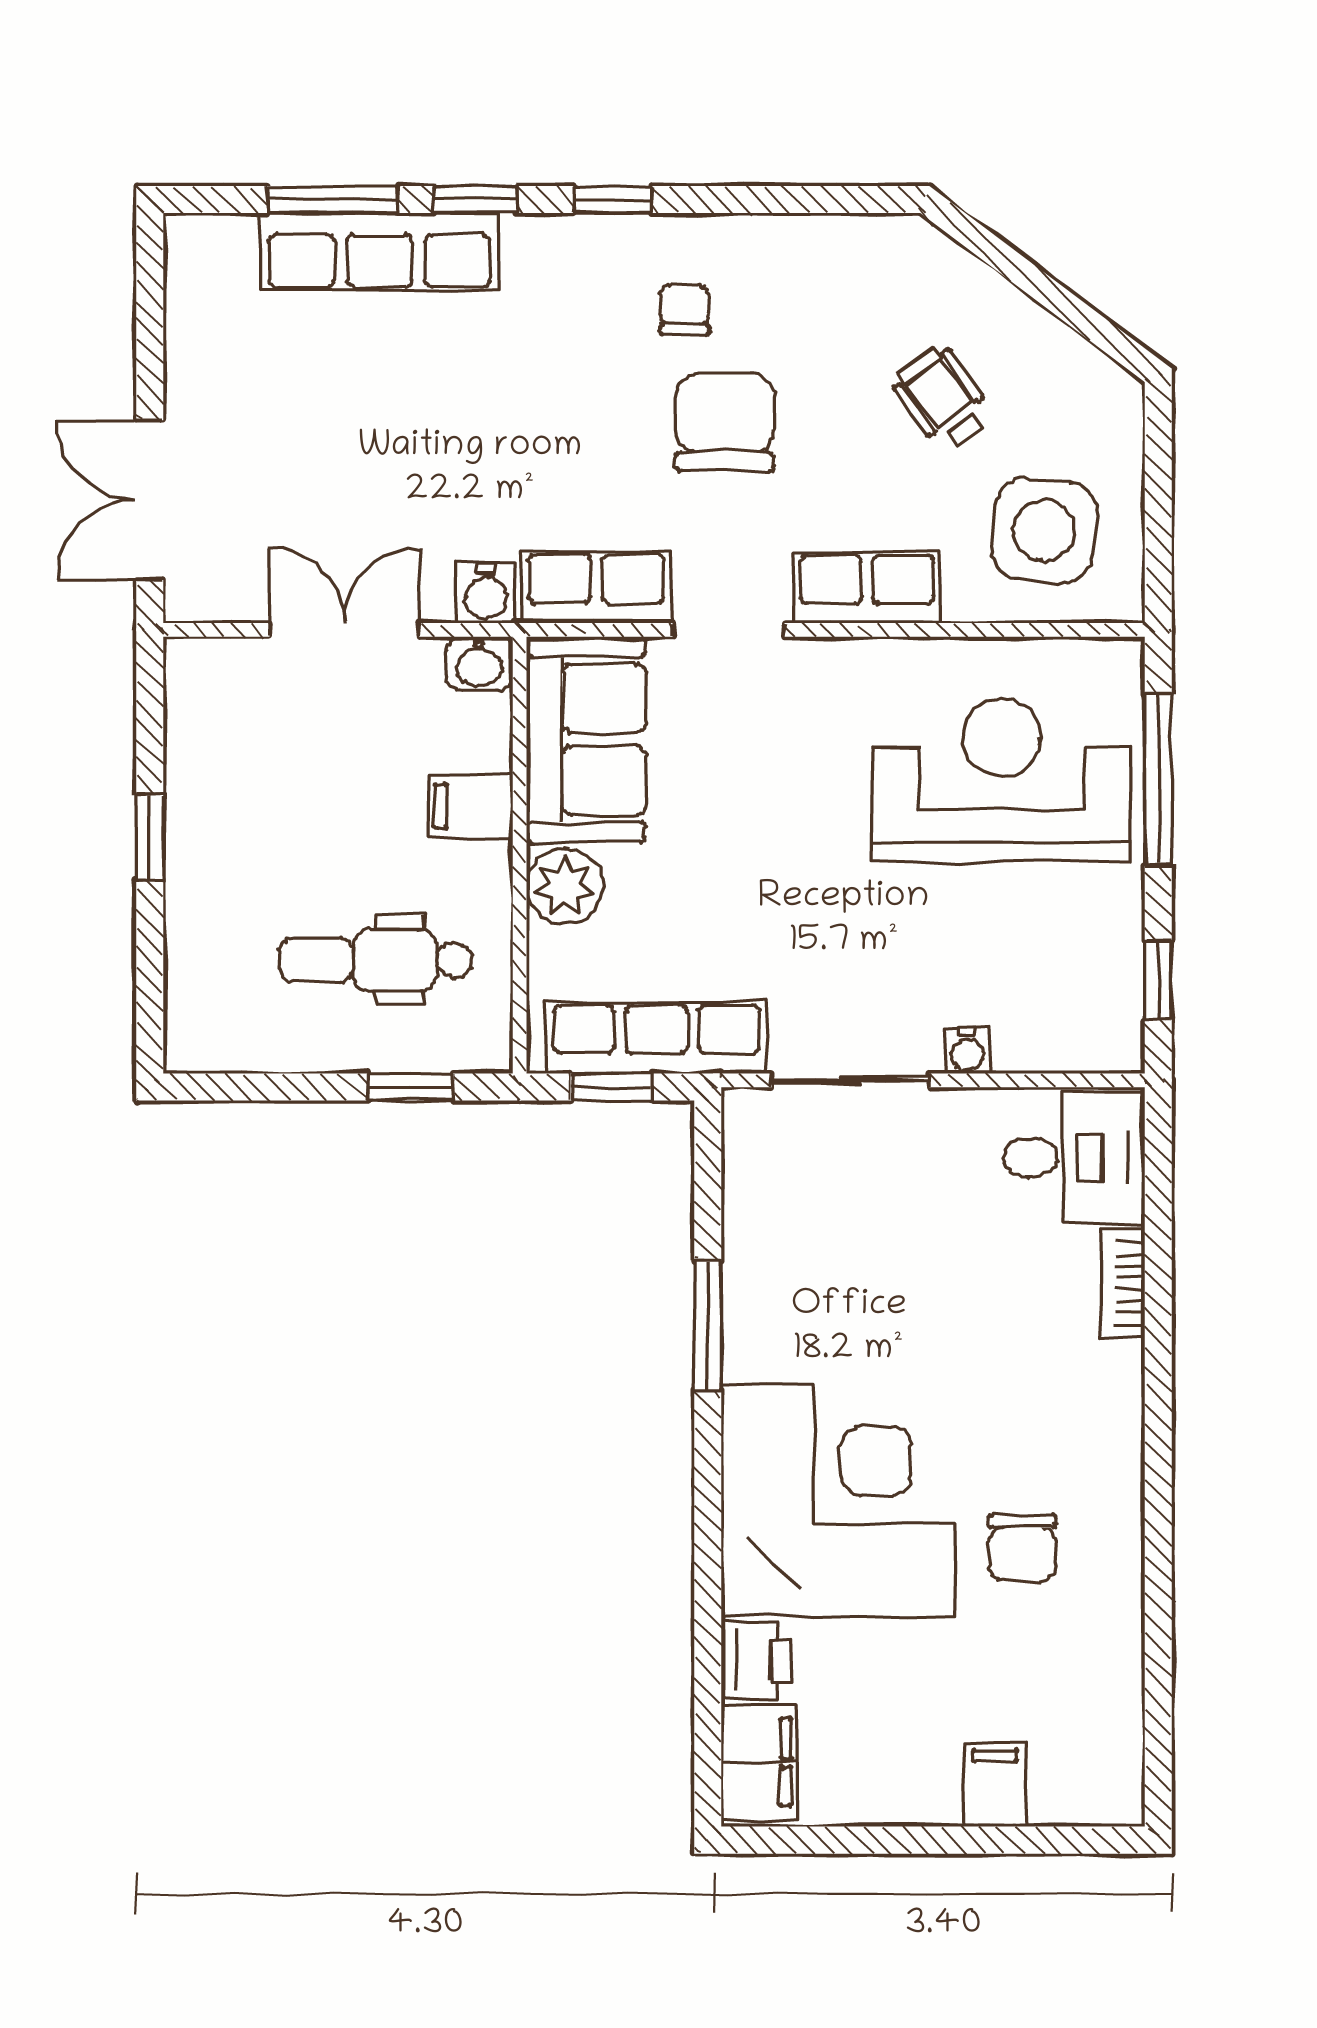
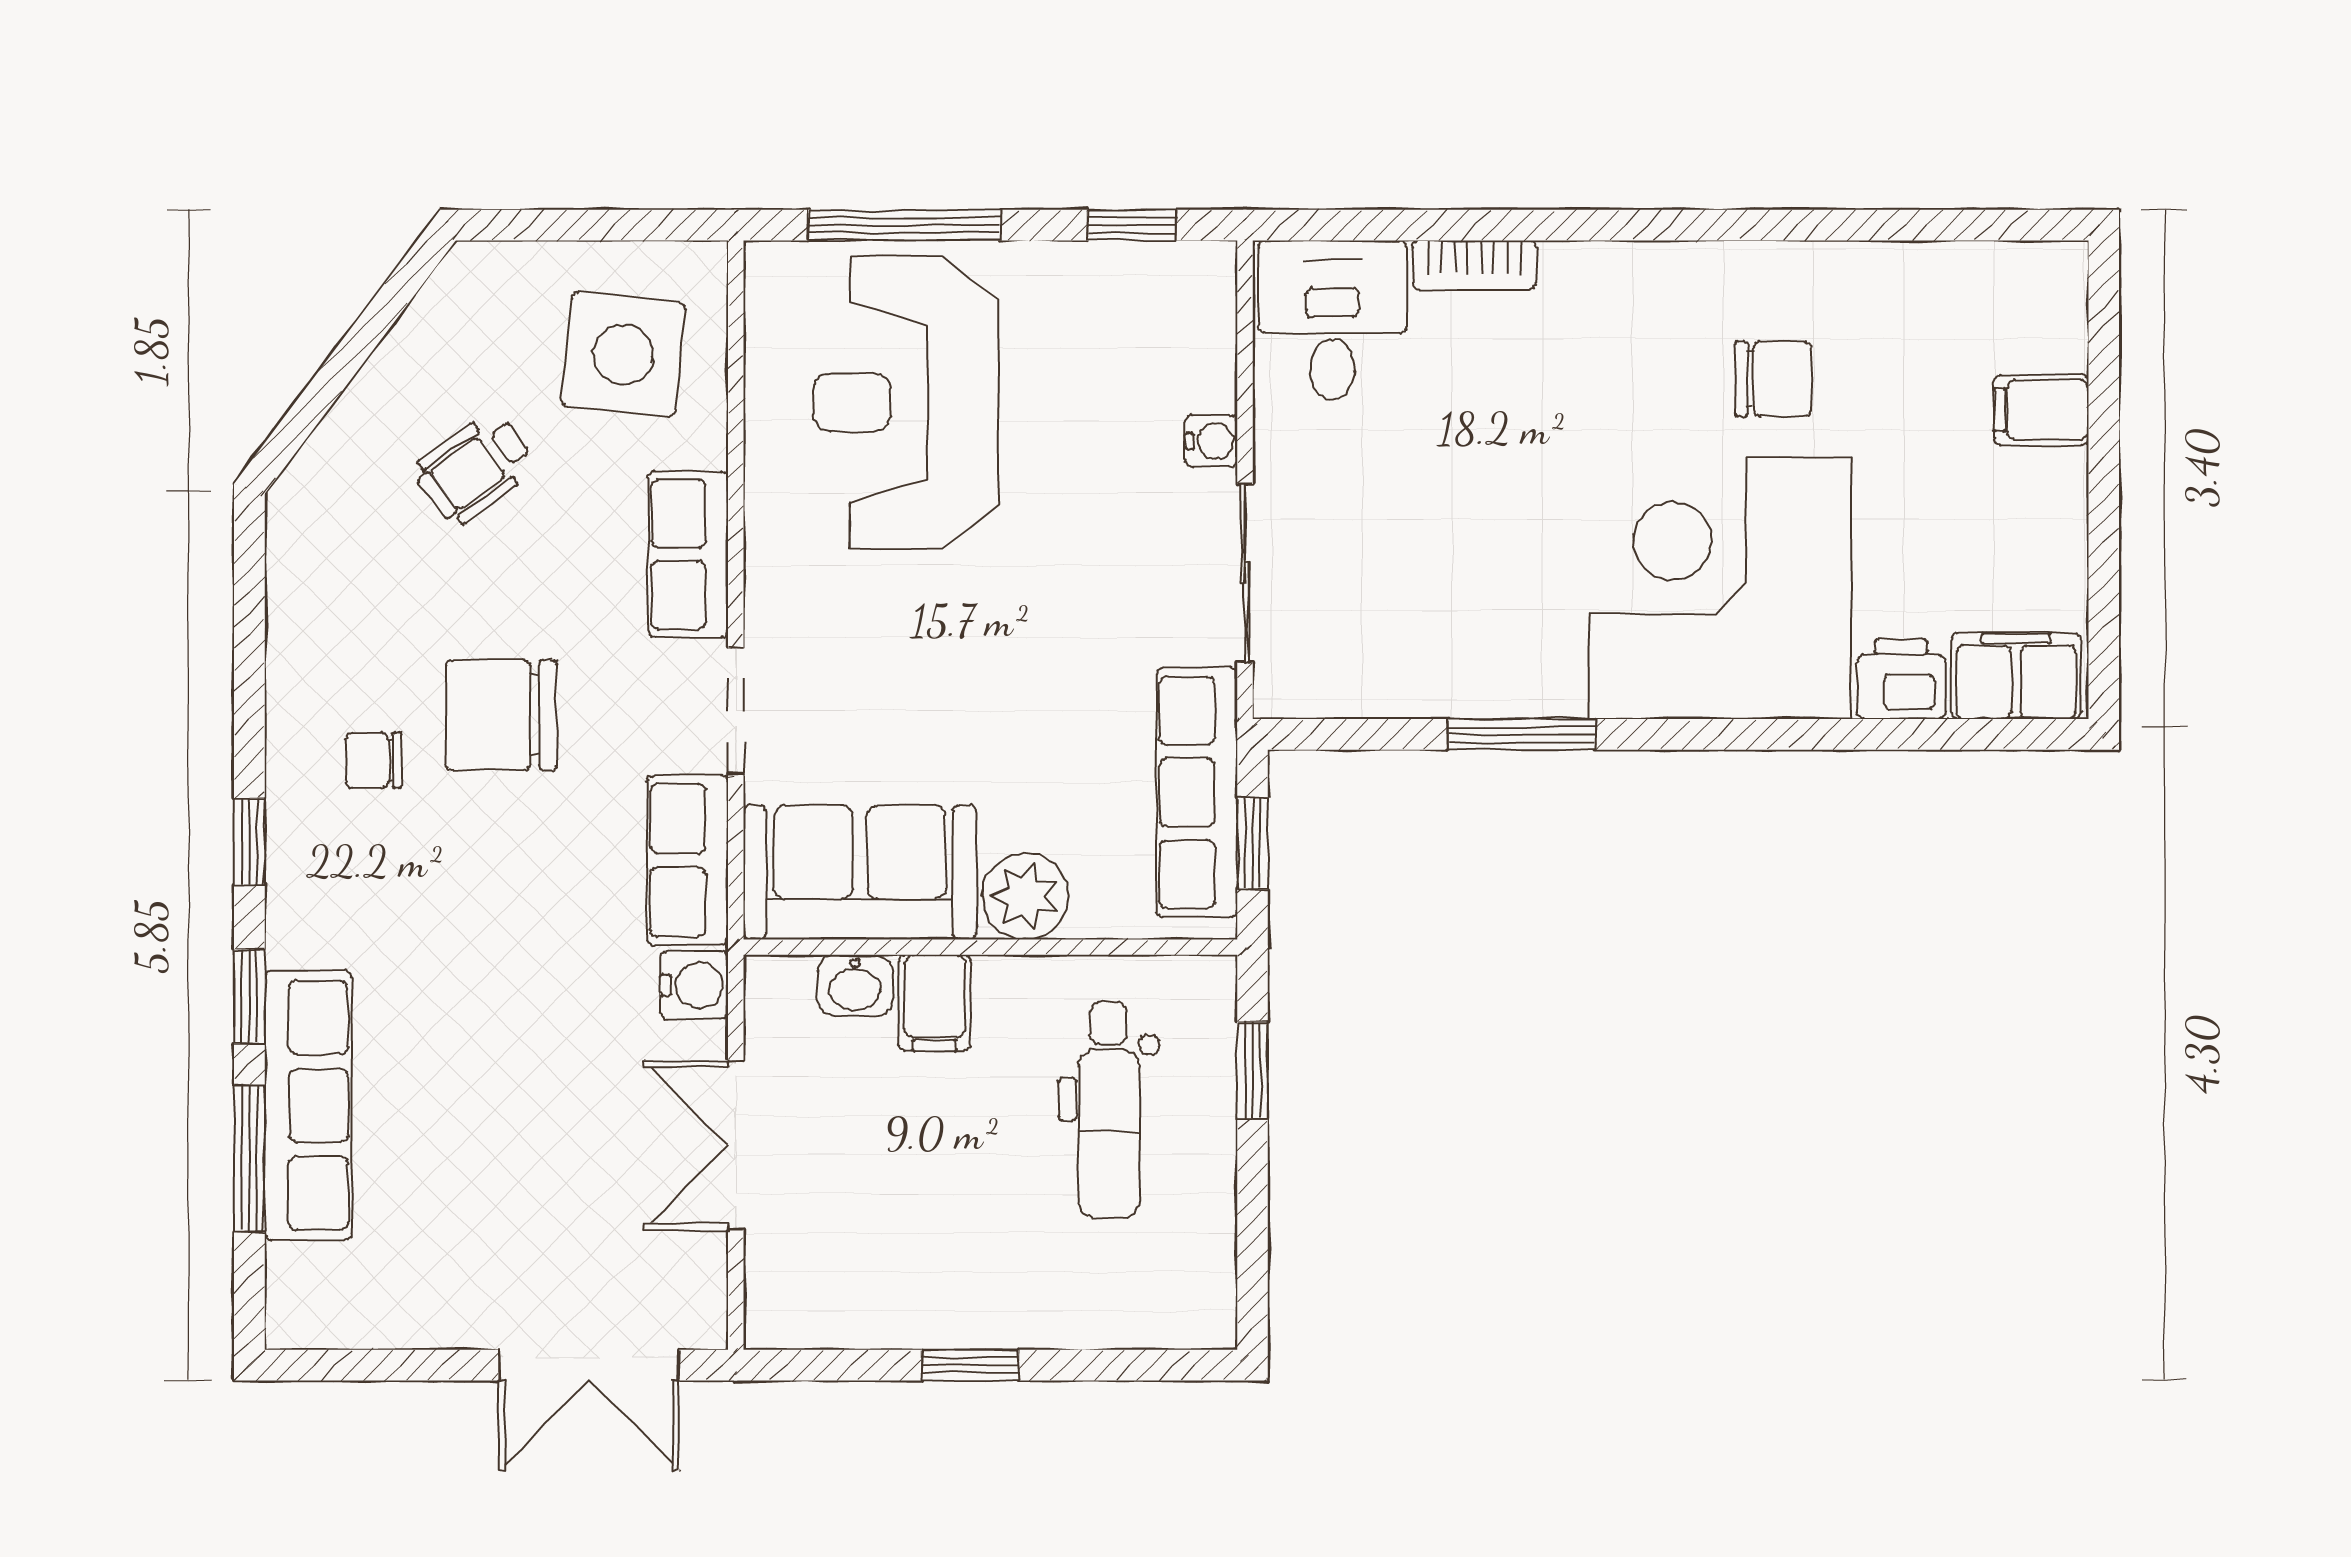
washbasin: (479, 664) -> (855, 985), moved, turned 90

